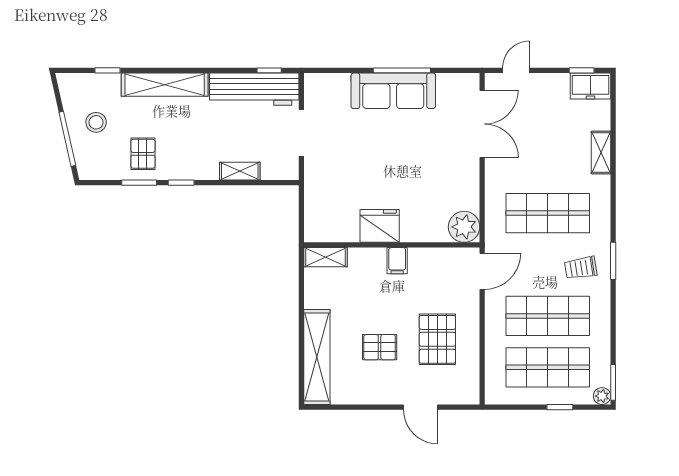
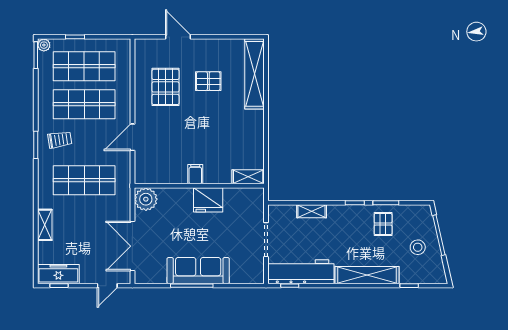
freezer: (591, 86) -> (58, 274), width x1.40
fridge: (380, 226) -> (208, 200), moved
plant: (464, 227) -> (146, 199), moved
wall: (392, 245) -> (199, 186), moved
shelving: (326, 257) -> (248, 177), moved
filing cabinet: (397, 261) -> (195, 174), moved

